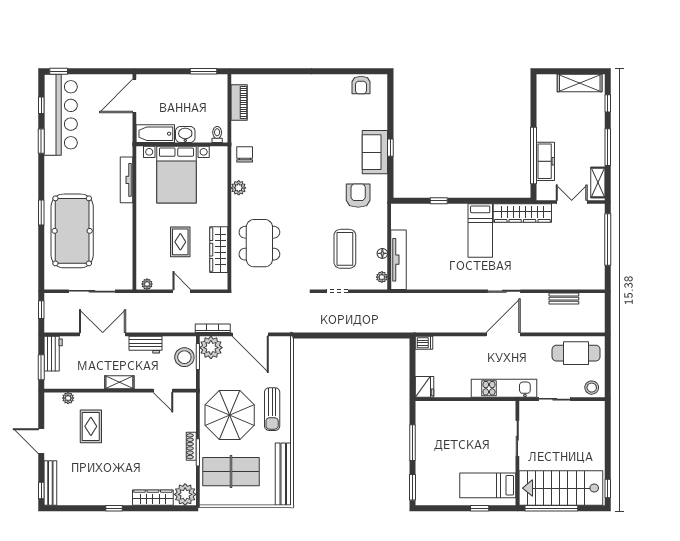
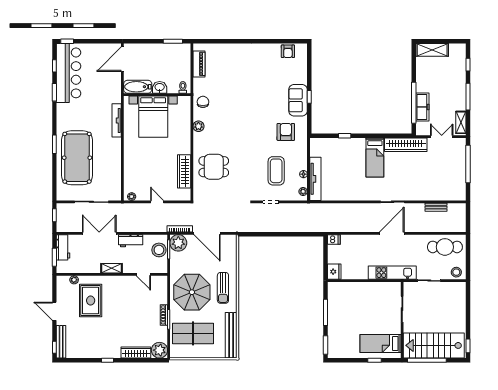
shelving: (580, 83) -> (432, 50), moved
rug: (180, 242) -> (156, 166), removed
dining table: (259, 243) -> (214, 167), width x0.73
rug: (91, 426) -> (91, 301), width x1.36, depth x1.43

